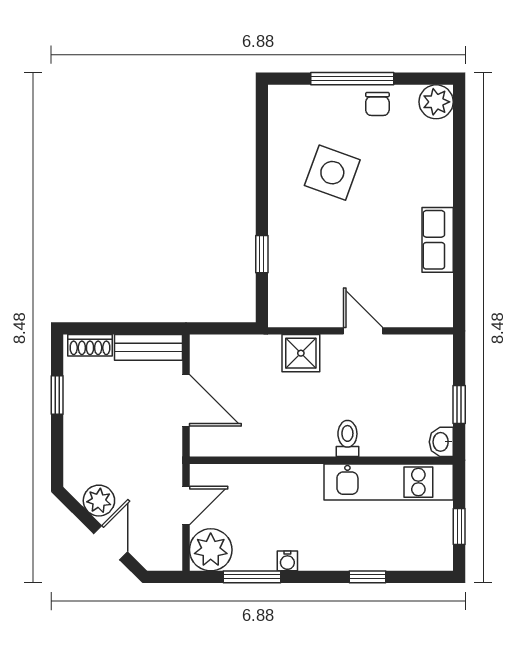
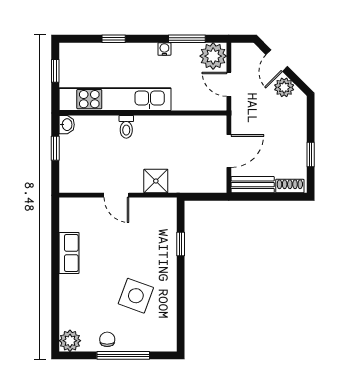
door: (186, 400) -> (229, 151), swing flipped
kitchen unit: (389, 482) -> (115, 99), width x1.36
door: (186, 505) -> (229, 84), hinge flipped

